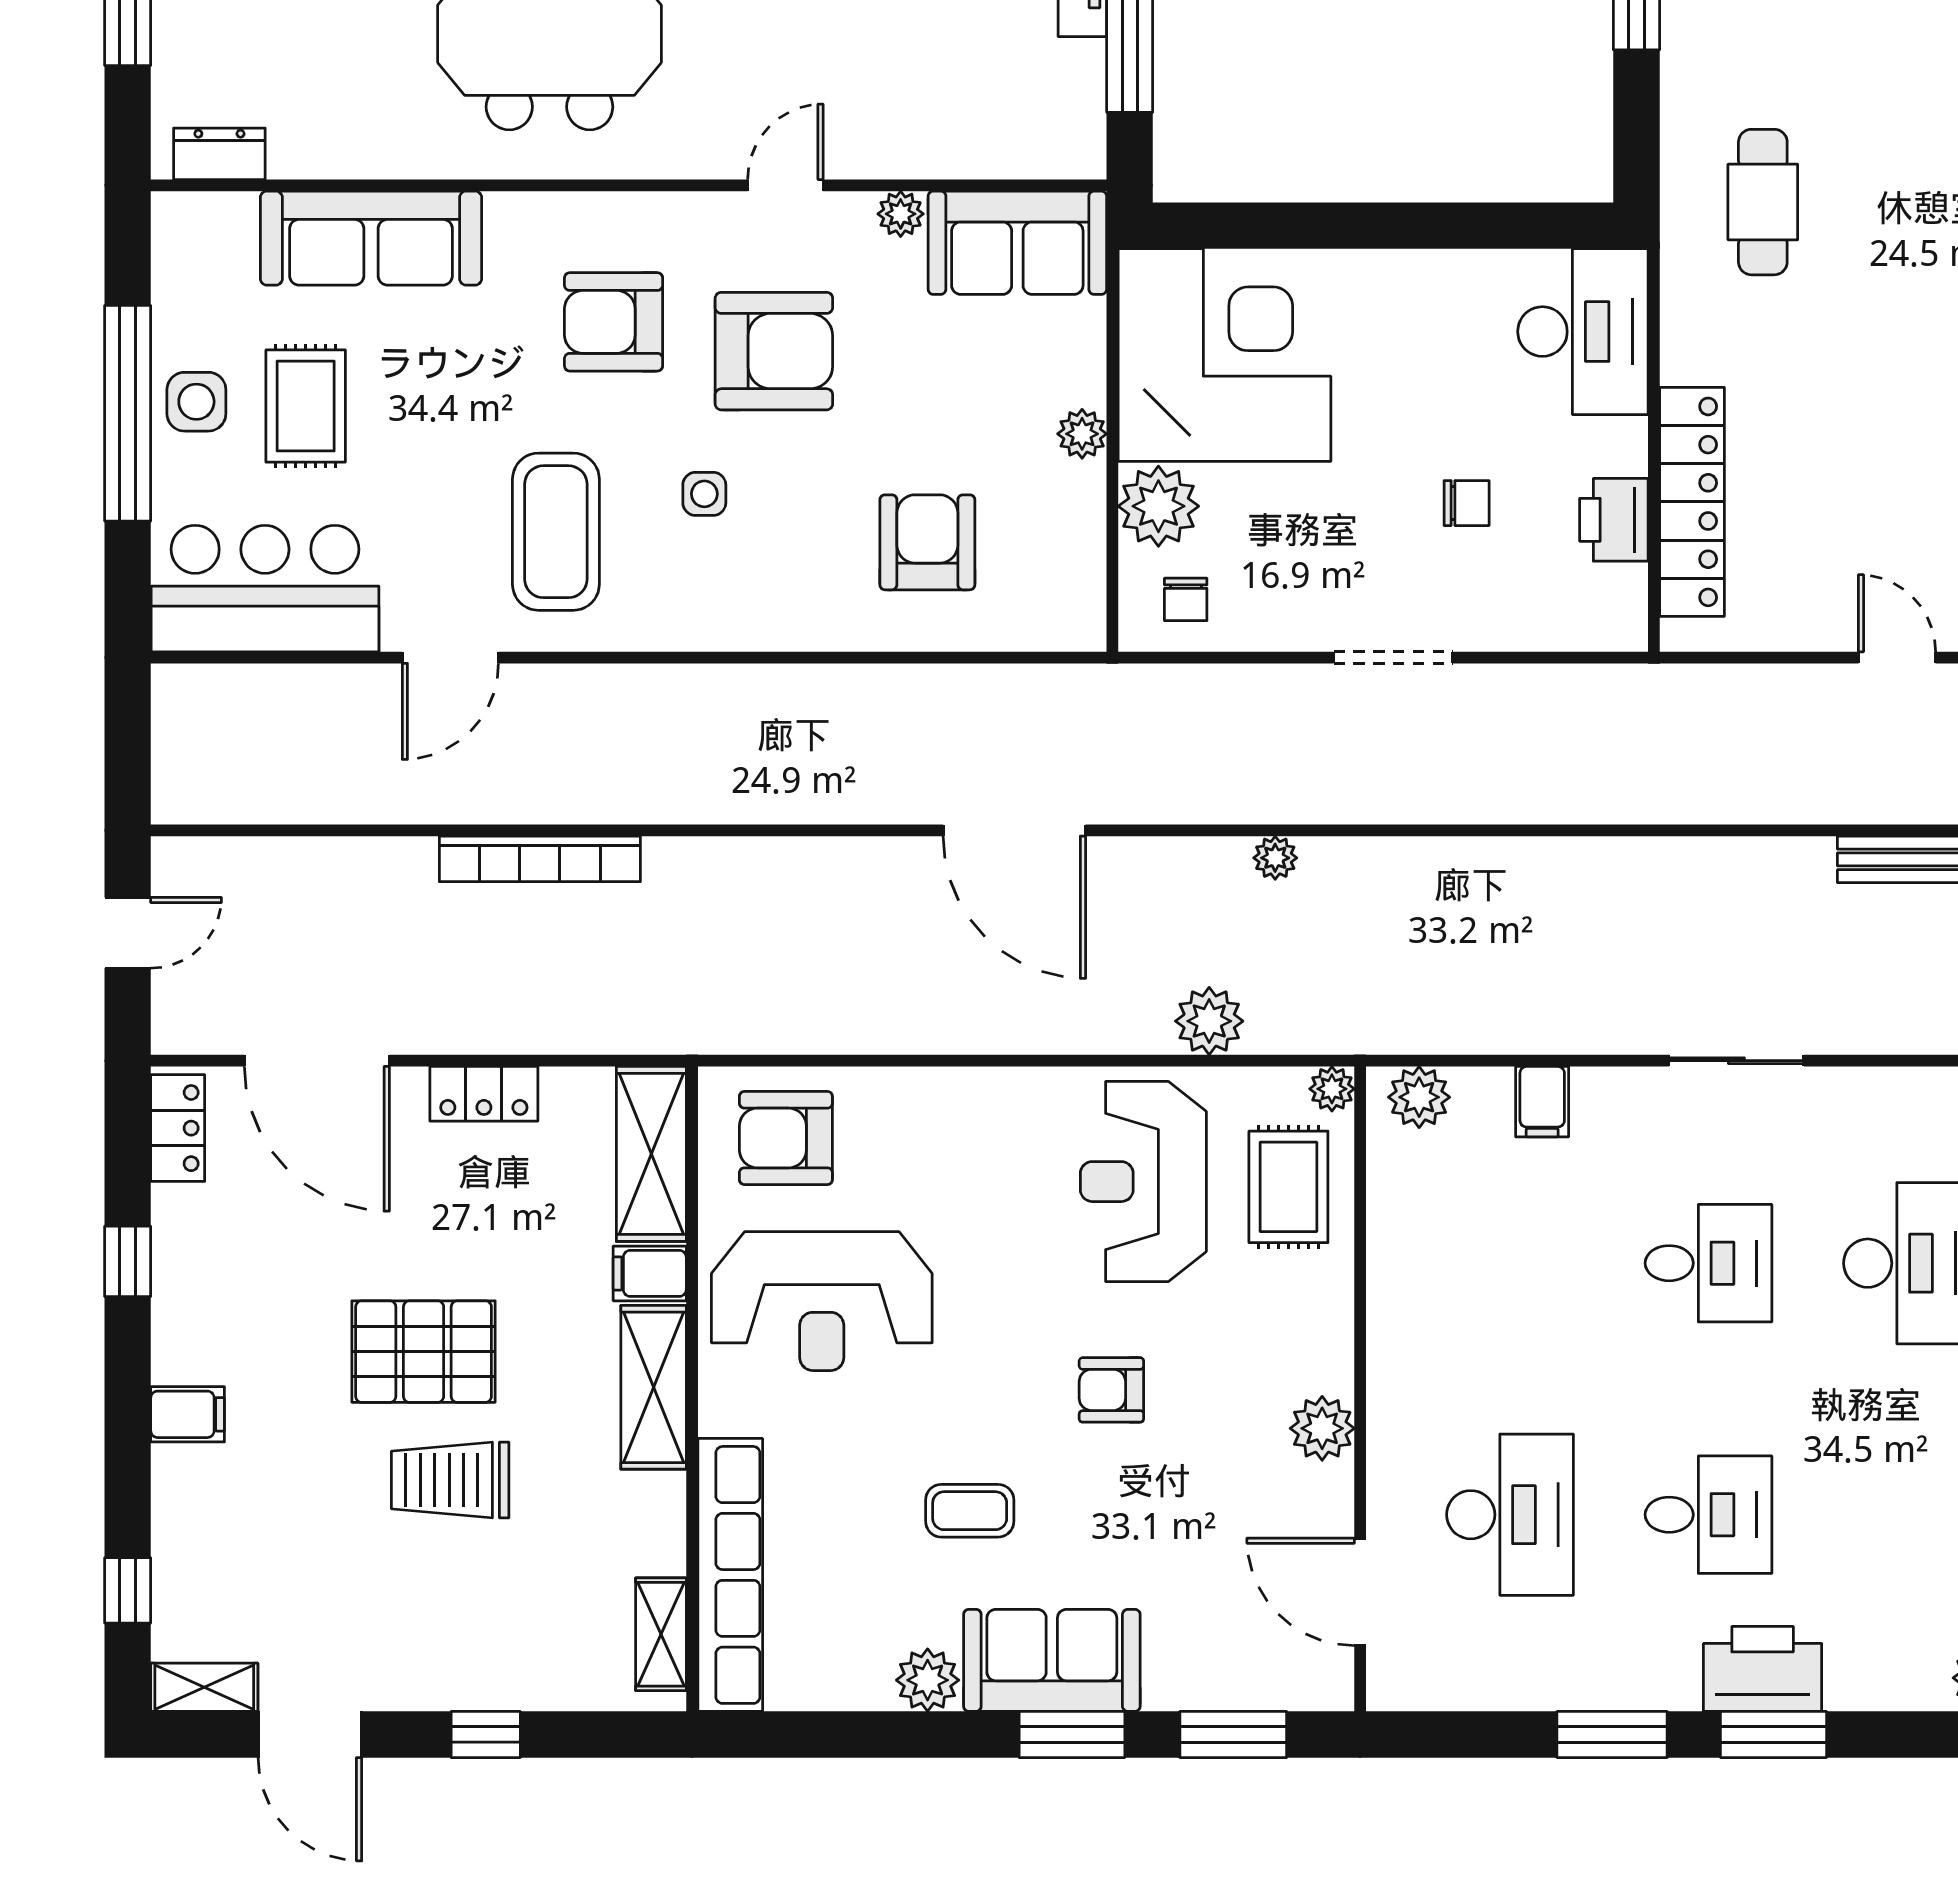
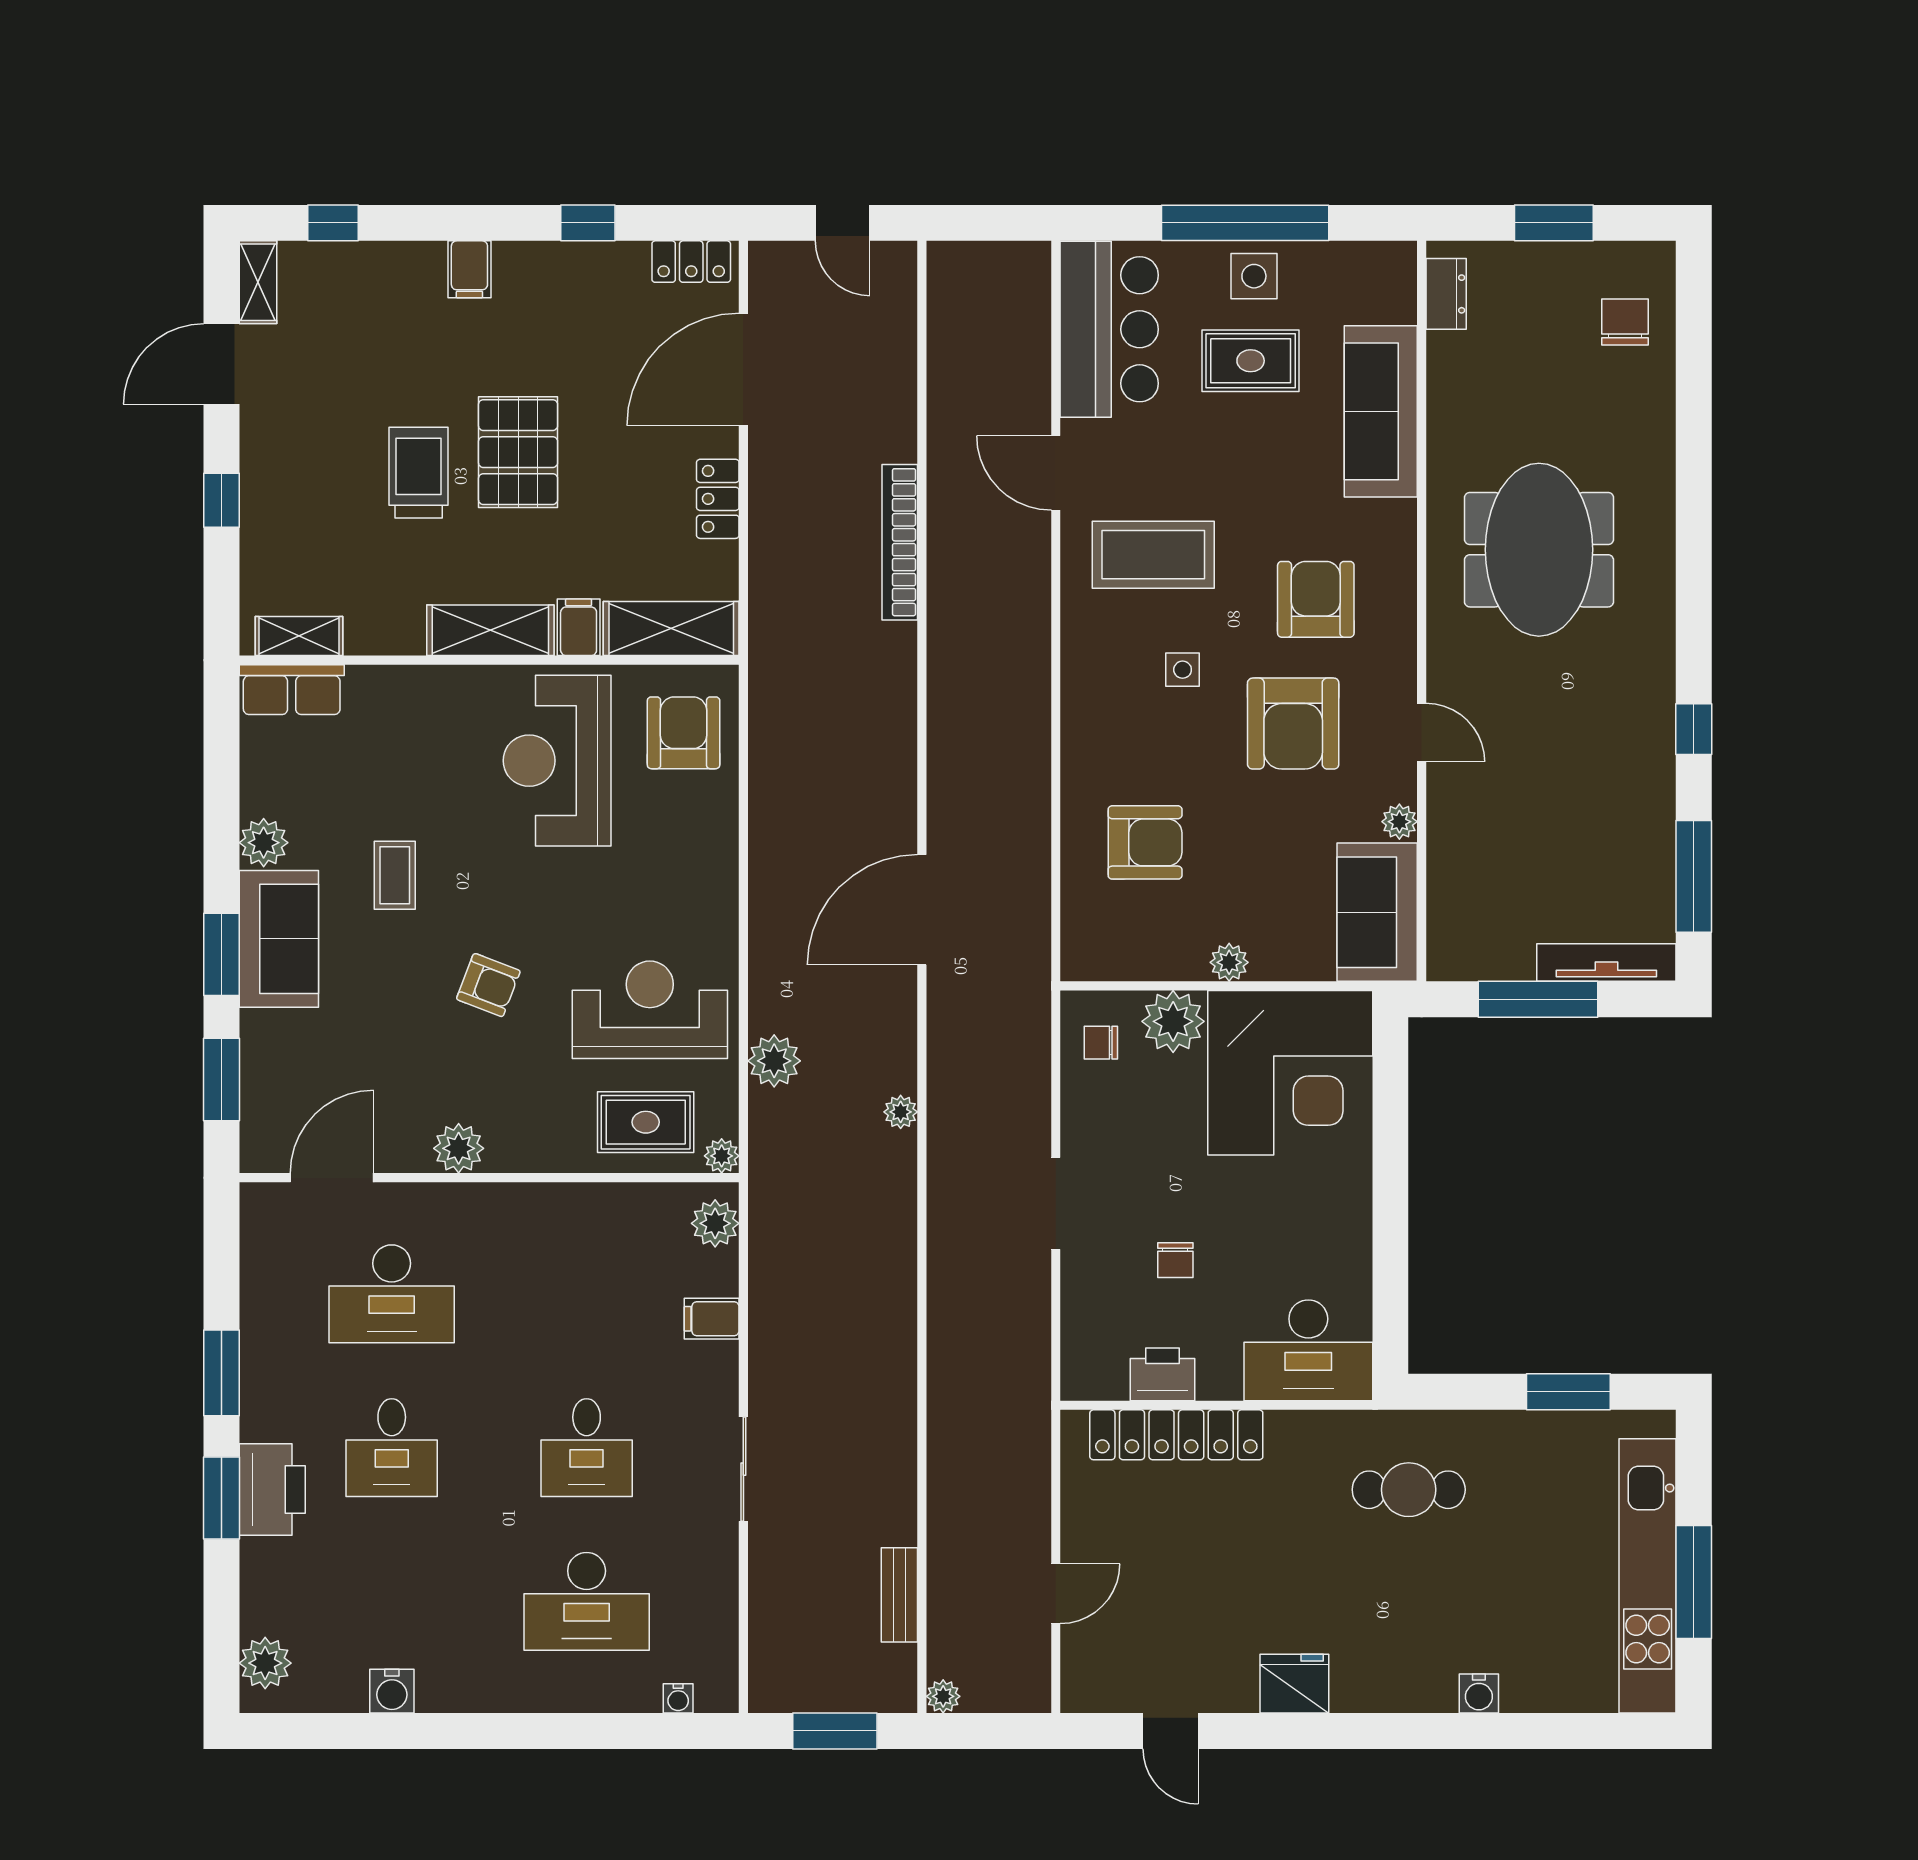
armchair: (1111, 1390) -> (488, 985), turned 111
row of seats: (730, 1575) -> (292, 690), width x0.50

